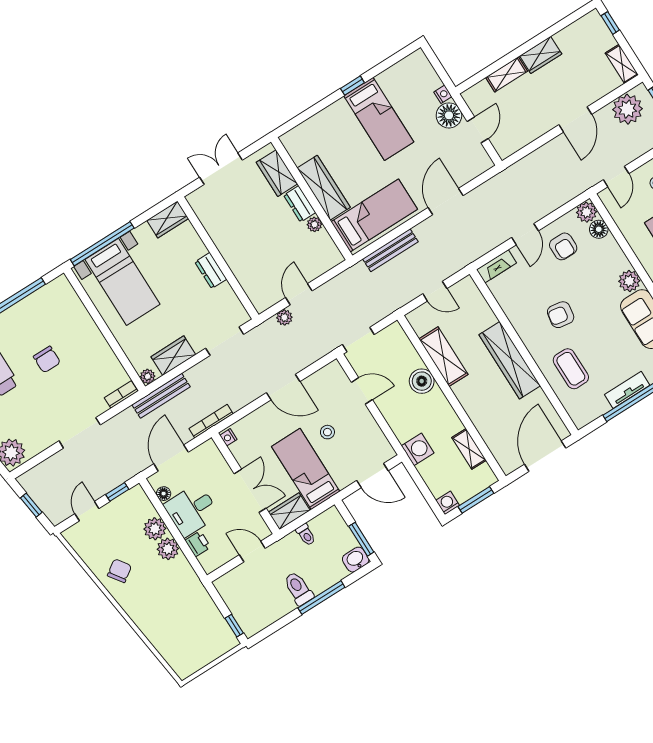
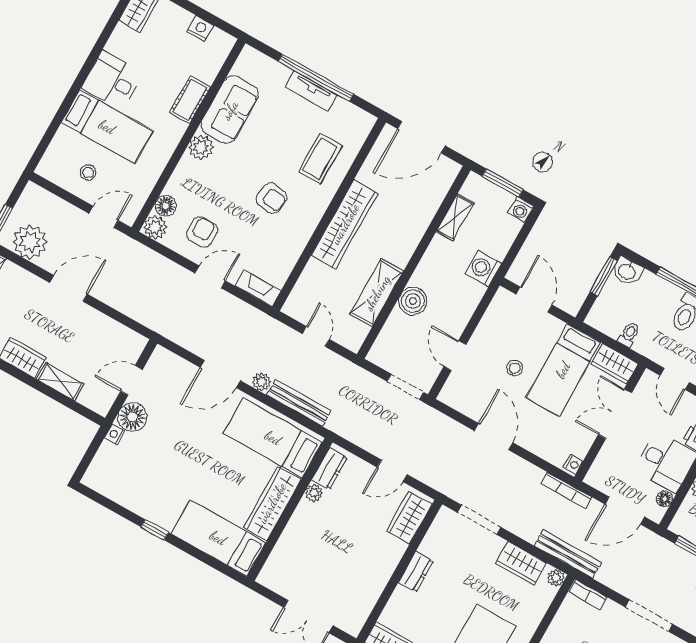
bed: (379, 119) -> (218, 538), moved, turned -90
wardrobe: (277, 173) -> (409, 518), moved, turned 180
dresser: (300, 204) -> (330, 469), moved
plant: (284, 317) -> (262, 382), moved

